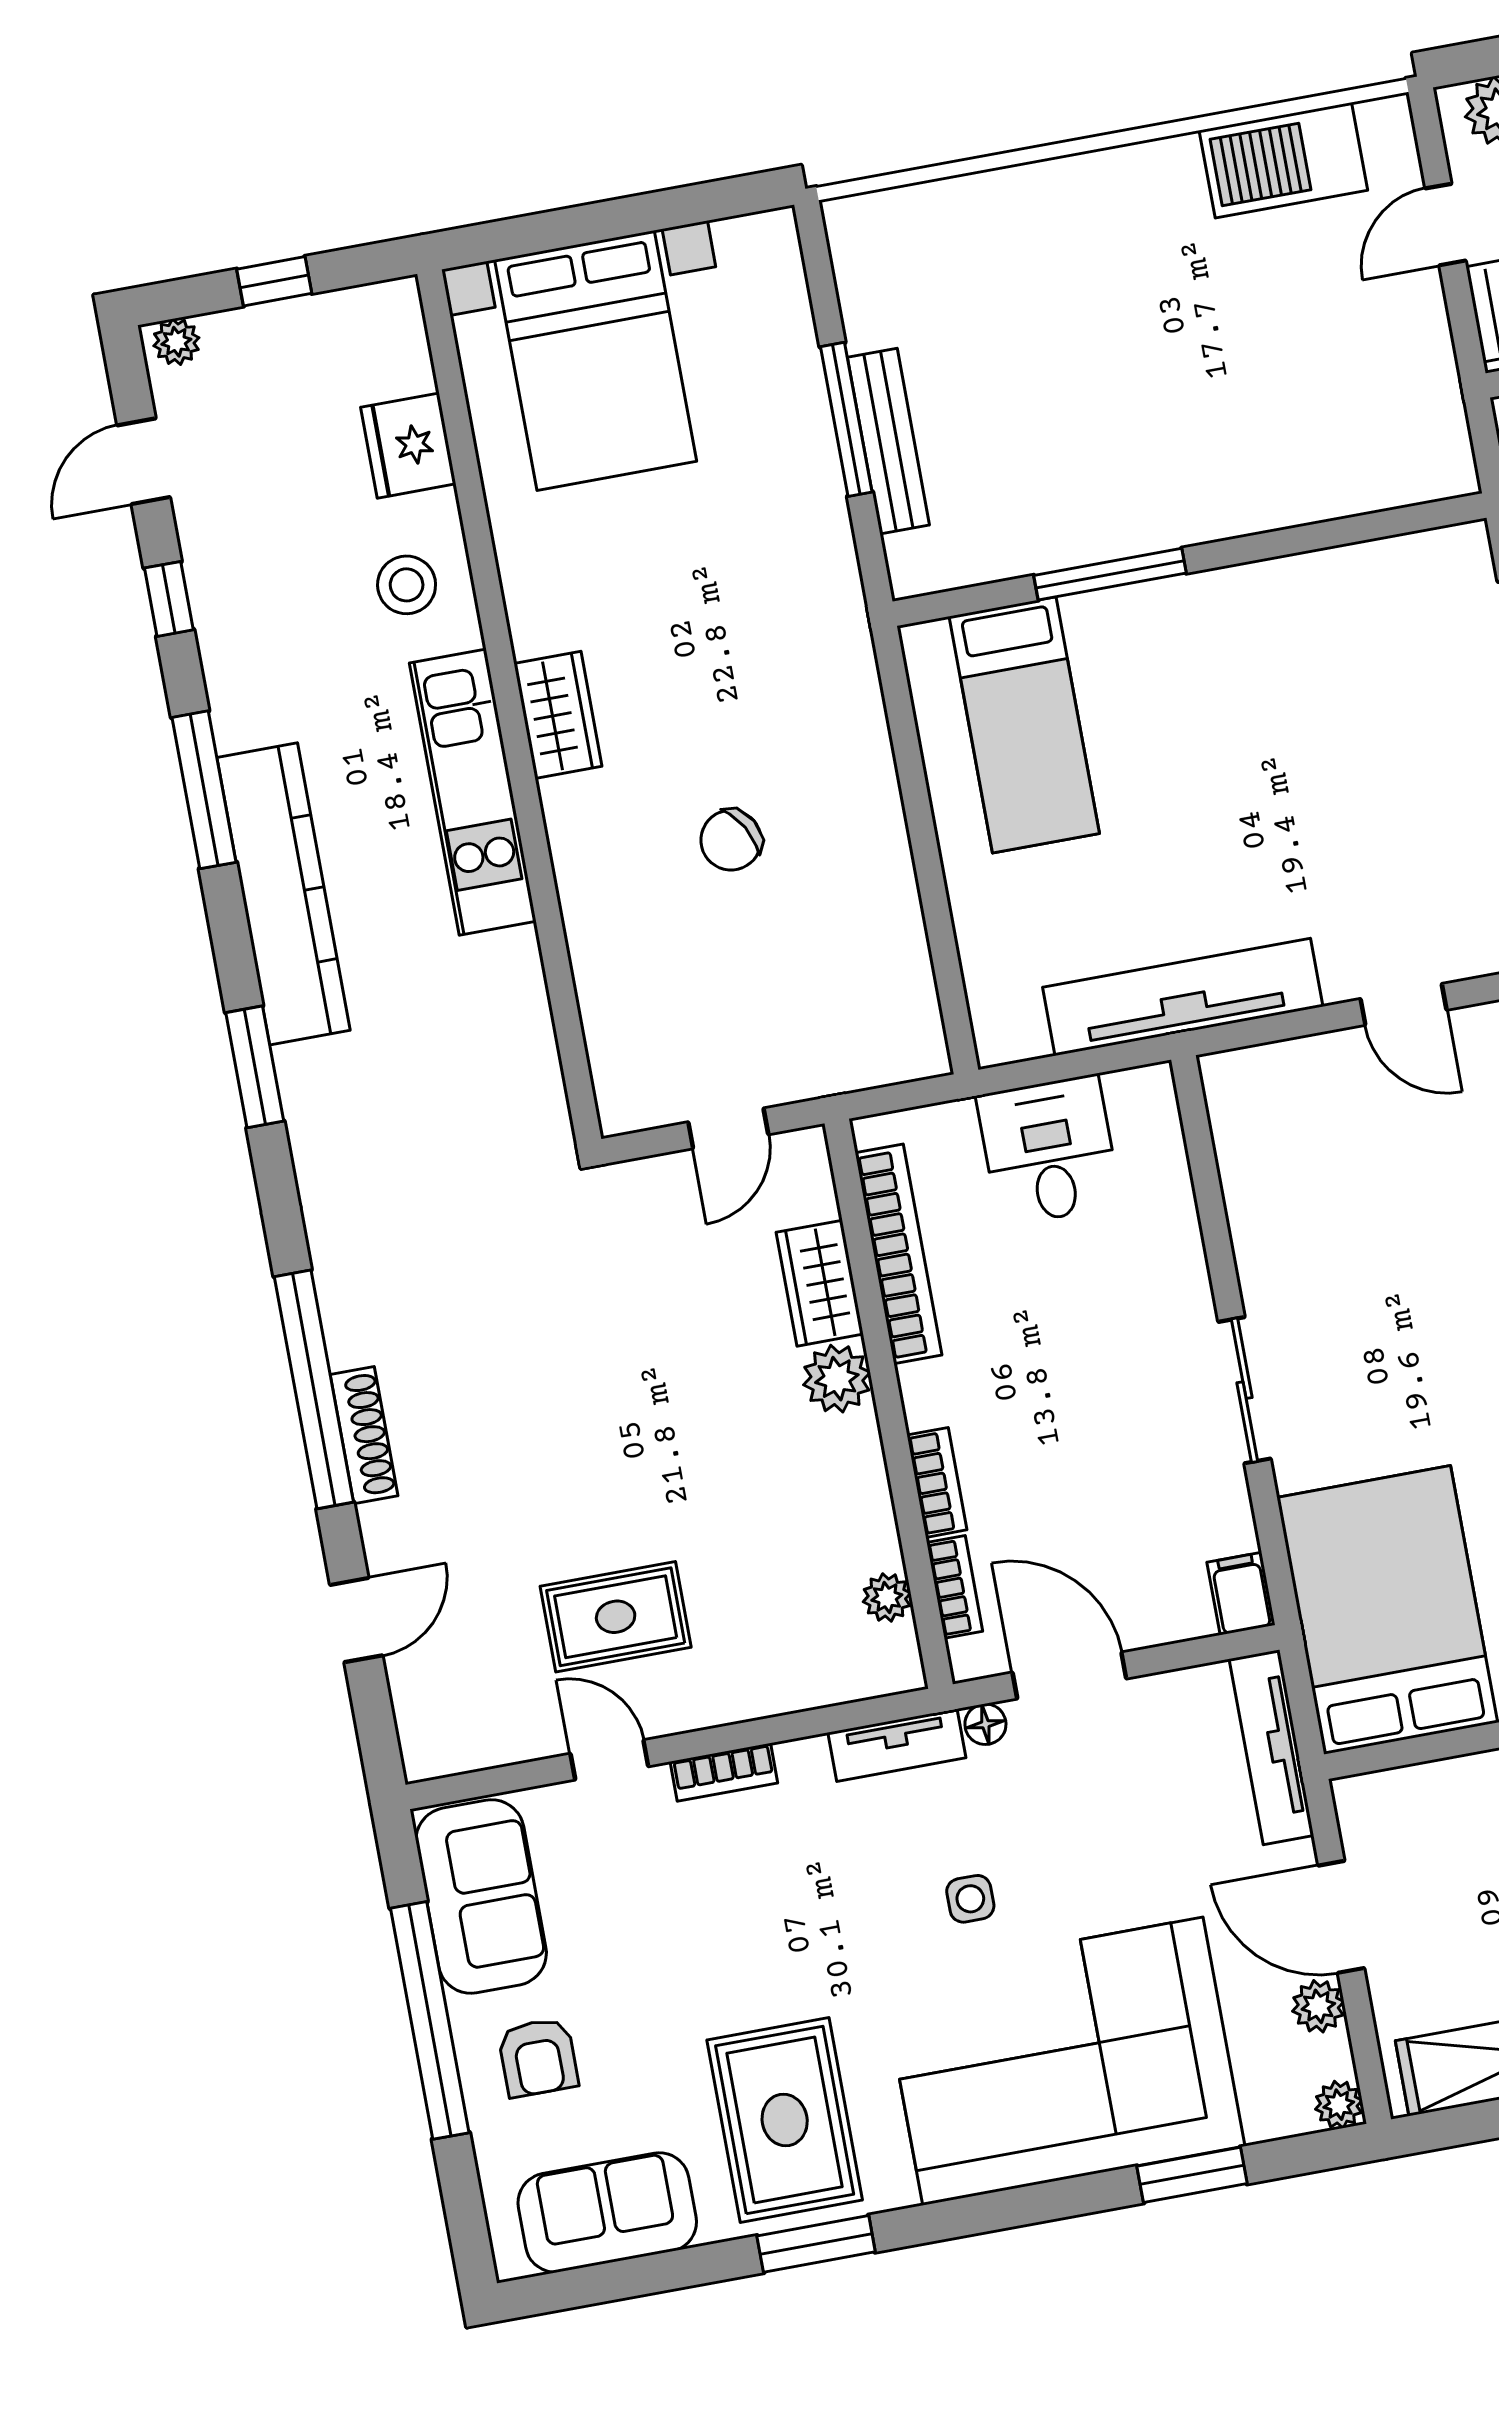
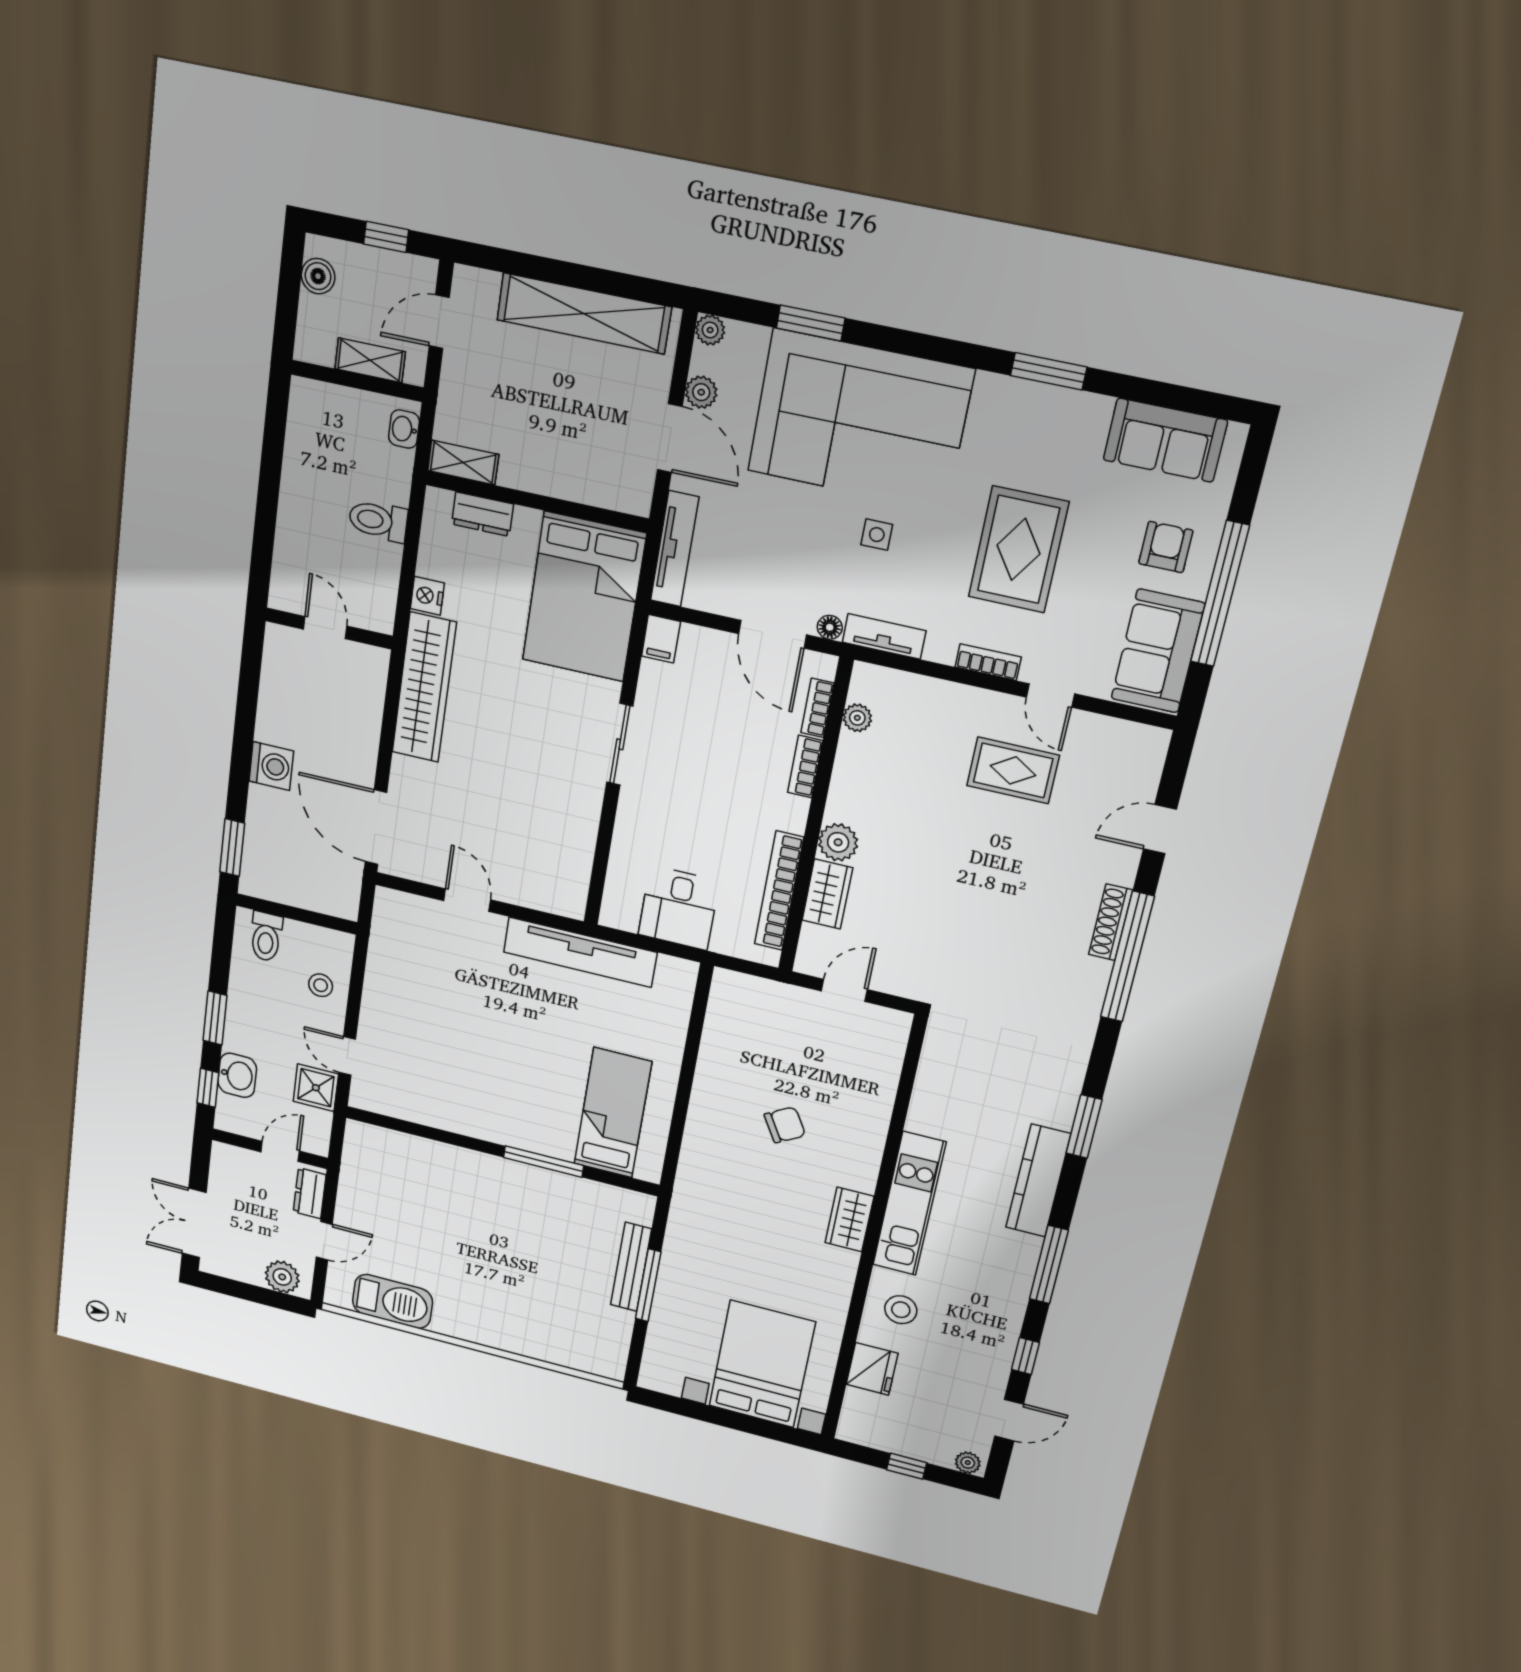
kitchen counter: (284, 894) -> (1038, 1181), width x0.72, depth x0.86
rug: (785, 2120) -> (1018, 549), moved

